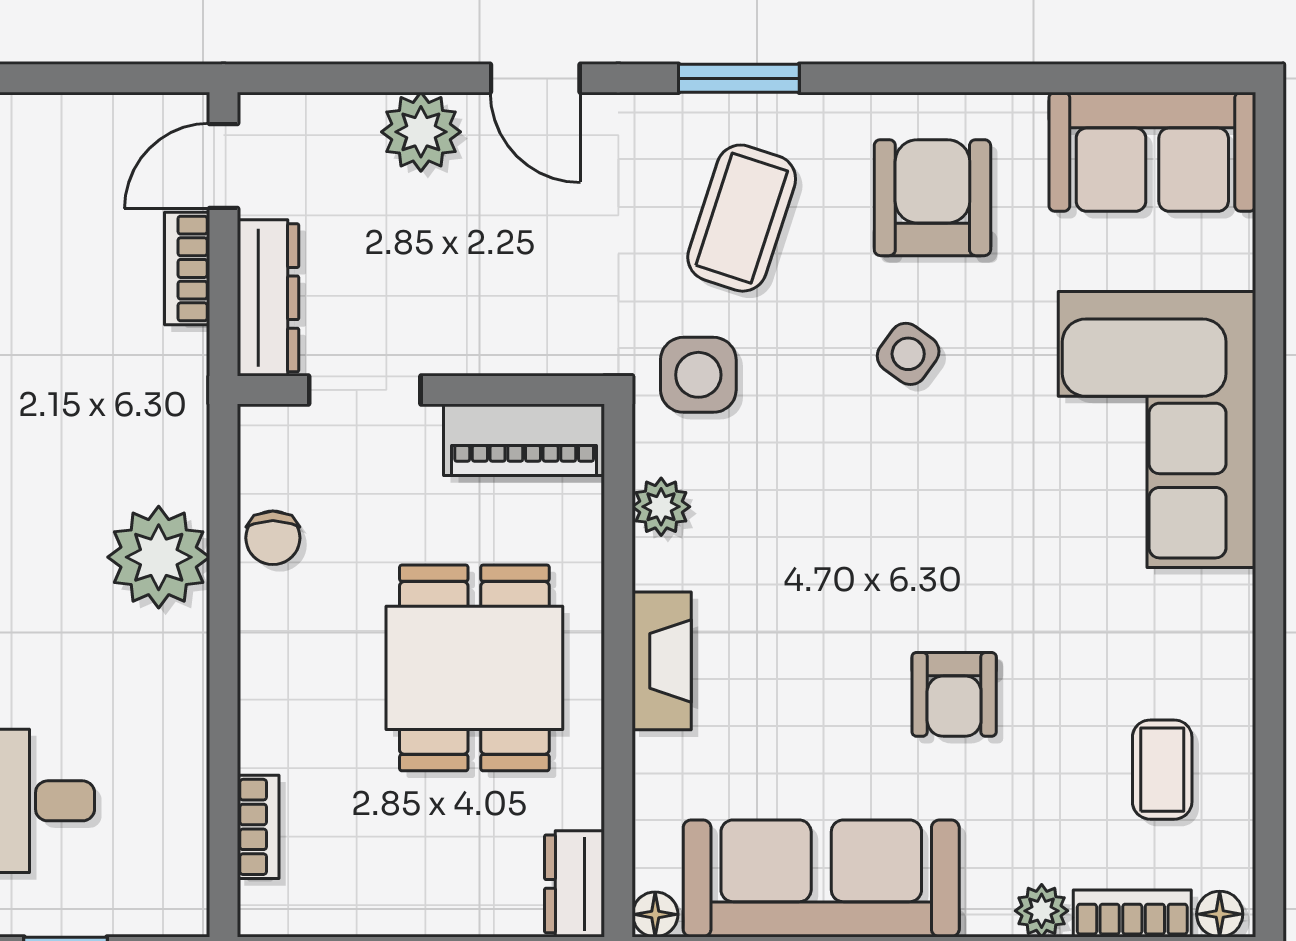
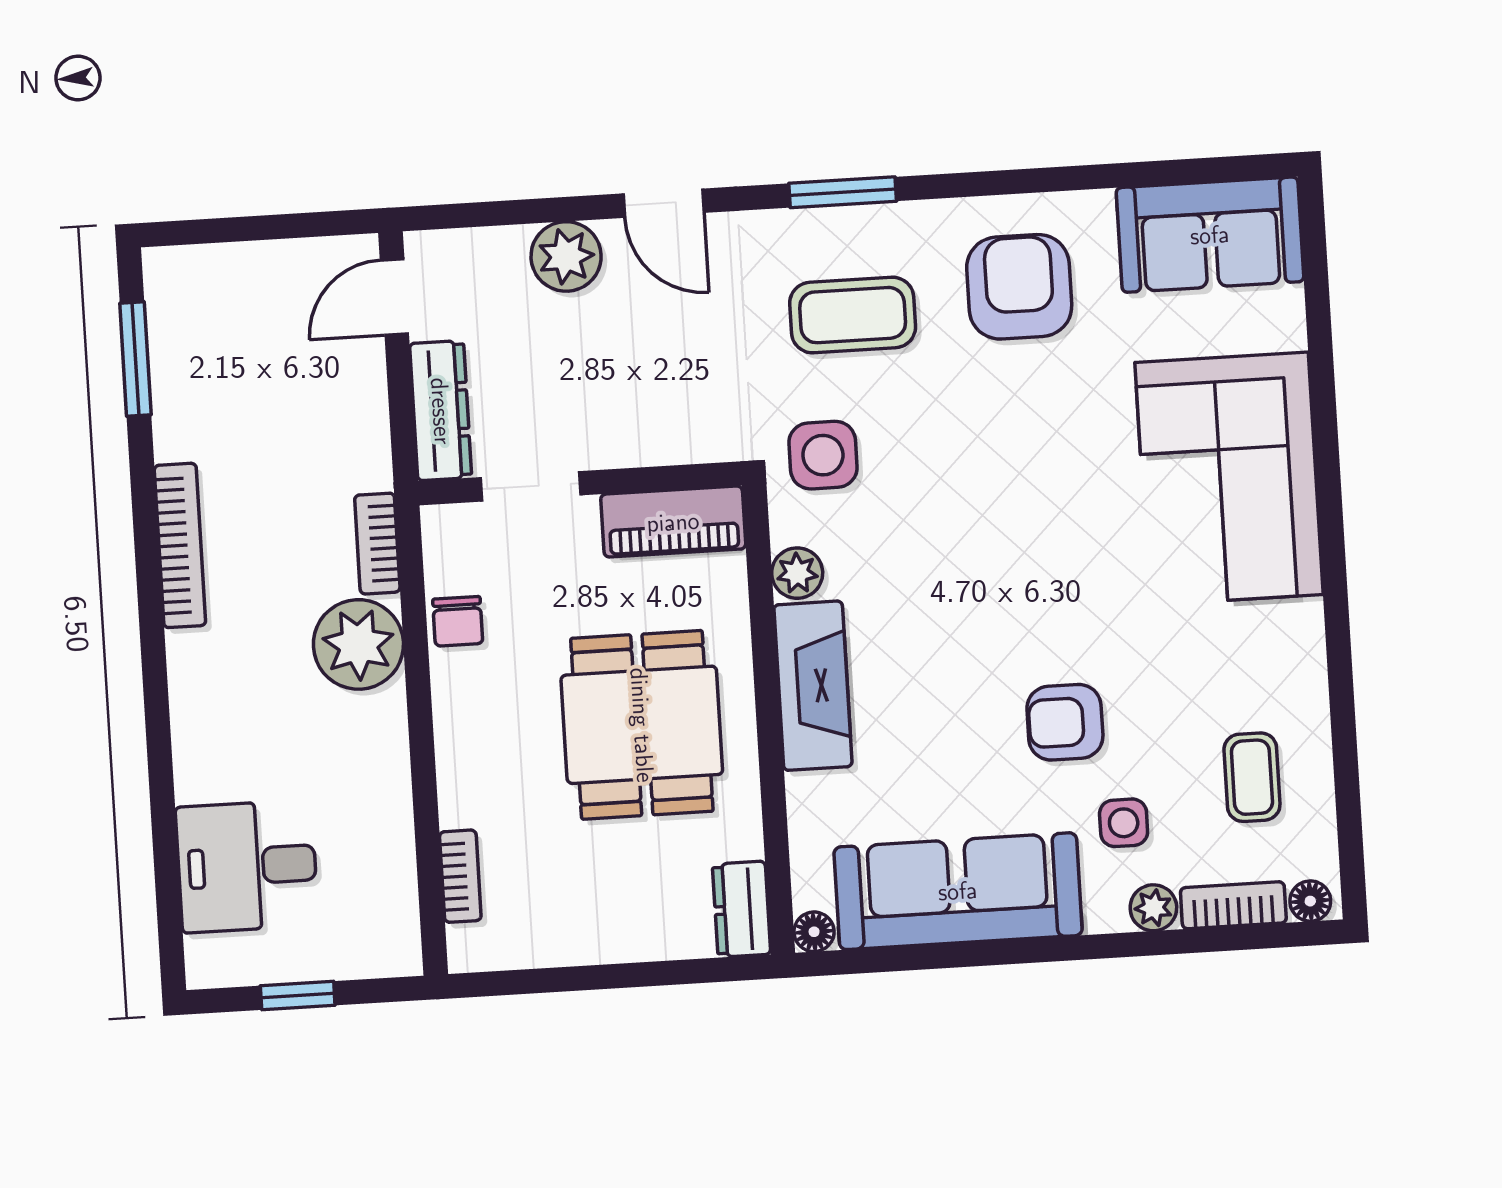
coffee table: (742, 218) -> (853, 315), turned 72
bookcase: (187, 268) -> (377, 544), moved
side table: (908, 354) -> (1124, 823), moved, turned -36
fireplace: (662, 661) -> (813, 686), width x1.37, depth x1.32
armchair: (954, 694) -> (1065, 722), turned 90

